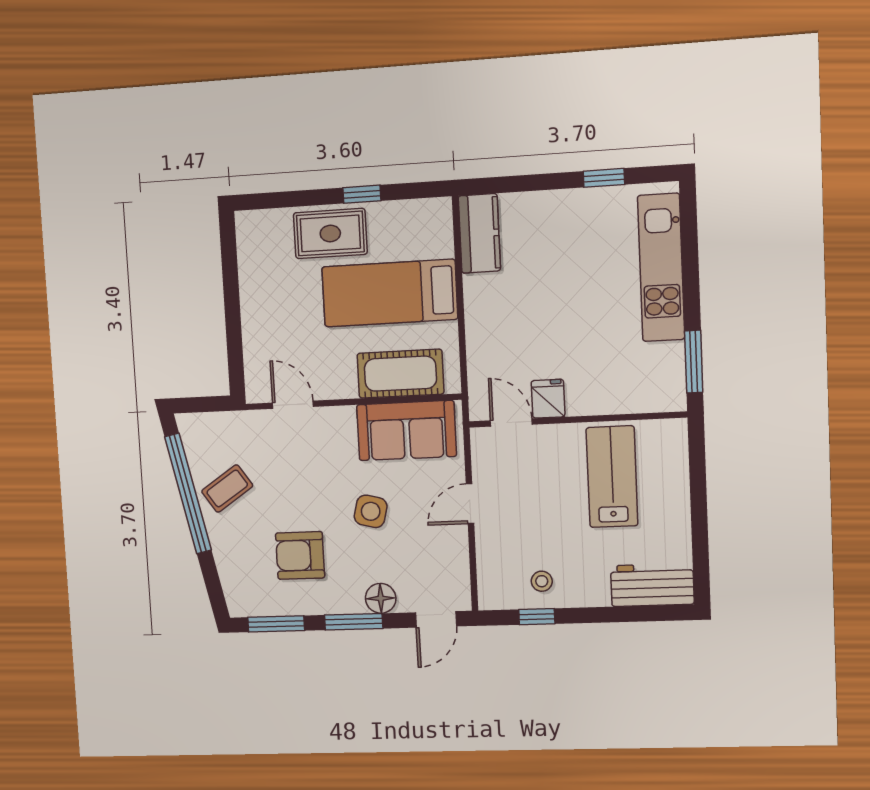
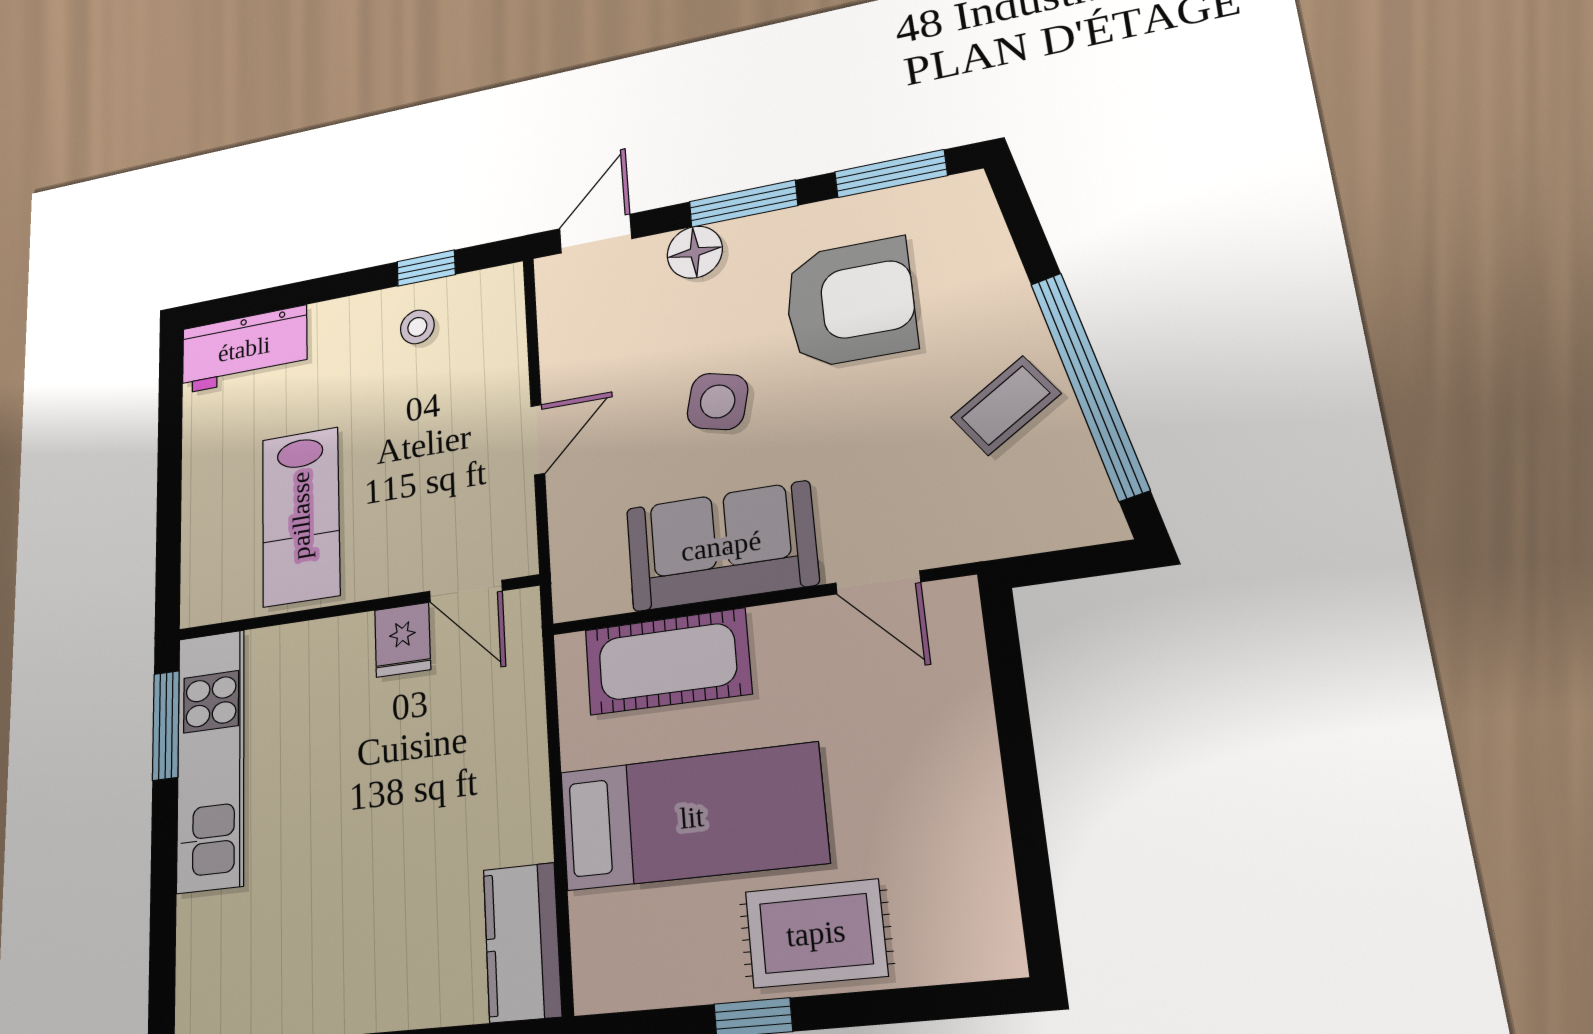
kitchen unit: (661, 268) -> (211, 760), moved
sofa: (406, 431) -> (721, 546), moved
armchair: (300, 555) -> (850, 303), width x1.36, depth x1.36

